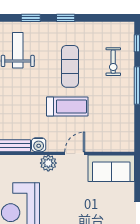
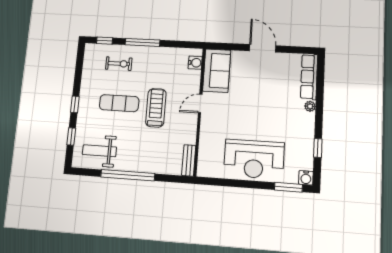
water cooler: (39, 145) -> (195, 63), moved
door: (75, 153) -> (200, 104), hinge flipped
plant: (48, 163) -> (208, 129), removed

